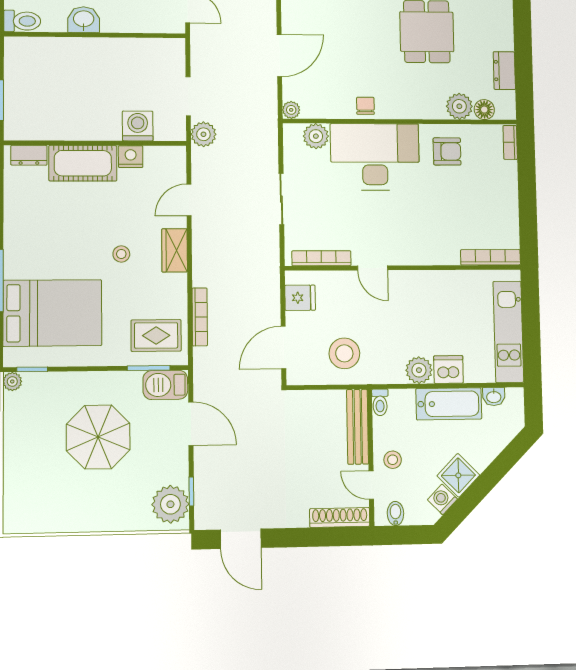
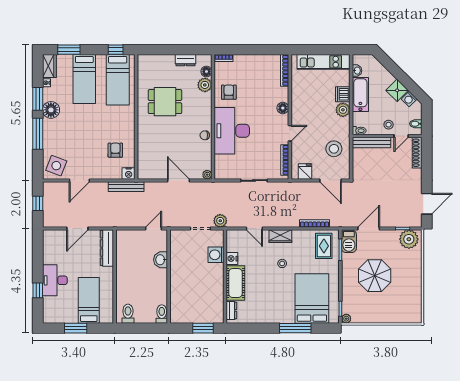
washbasin: (84, 20) -> (161, 260), moved
plant: (316, 136) -> (221, 162), removed
floor lamp: (420, 254) -> (283, 108), added

